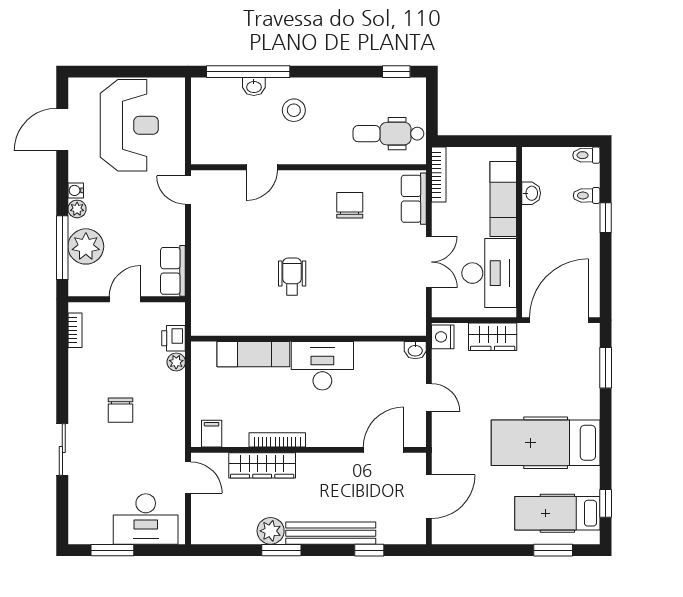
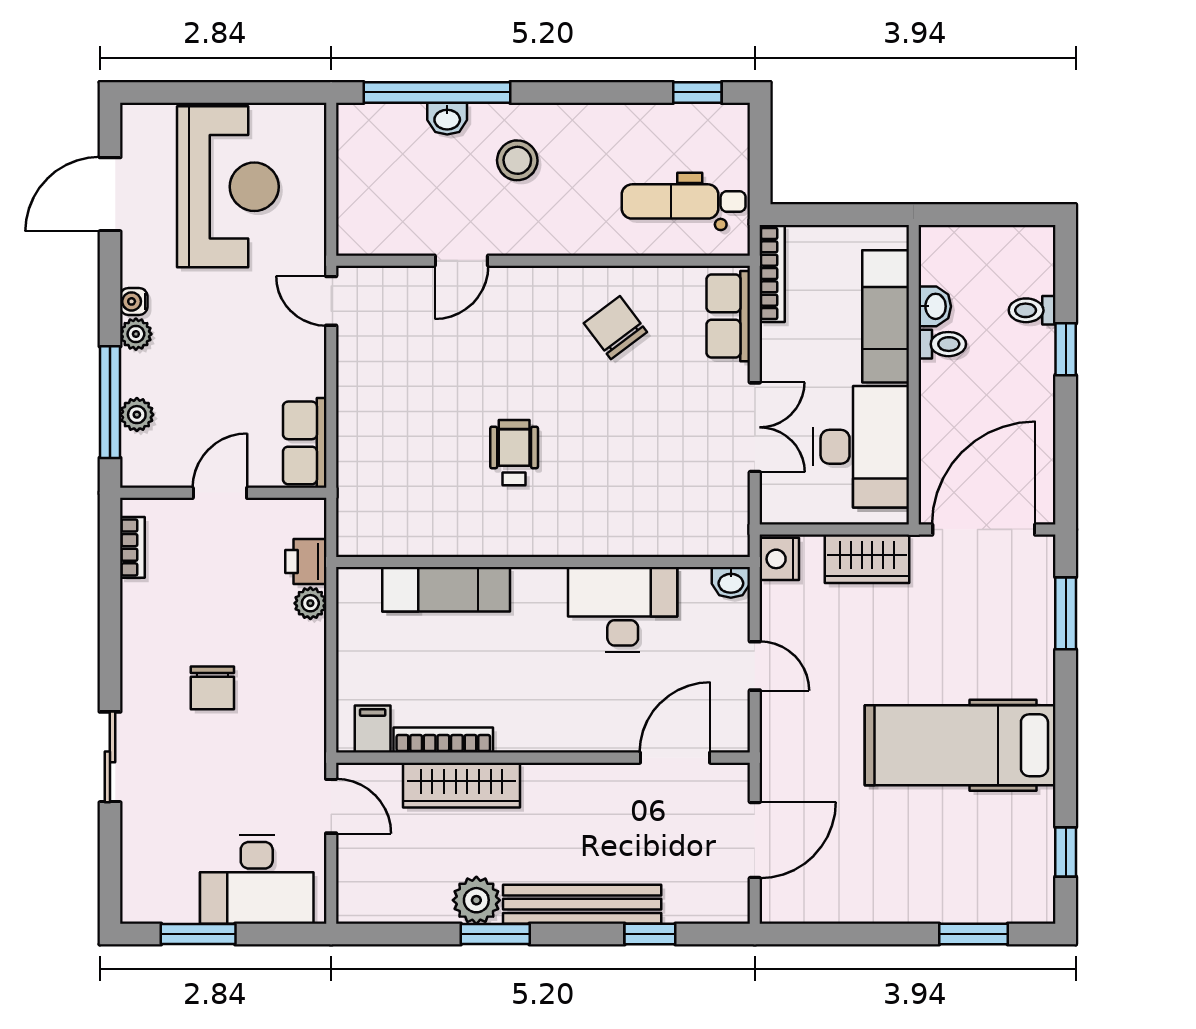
toilet: (586, 155) -> (942, 344), moved, turned 180
chair: (350, 205) -> (615, 328), turned -37
plant: (86, 246) -> (137, 415), width x0.53, depth x0.53
desk: (322, 366) -> (623, 610), moved
bookcase: (277, 440) -> (443, 740), moved
hospital bed: (557, 513) -> (981, 869), removed

